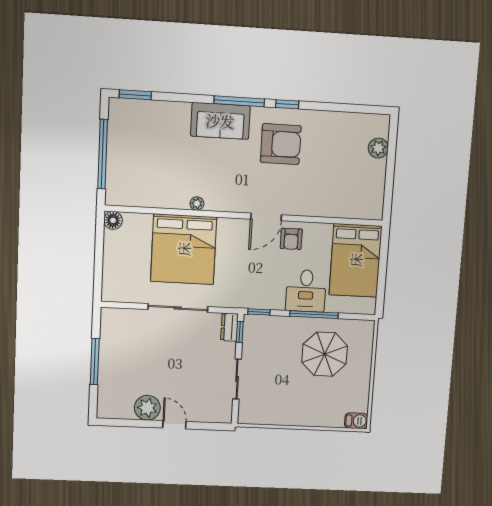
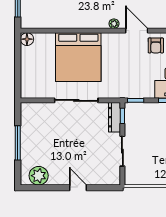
plant: (197, 203) -> (114, 24), moved
door: (266, 217) -> (137, 31), swing flipped
dresser: (229, 327) -> (115, 117), width x1.44
plant: (147, 408) -> (39, 176), moved

